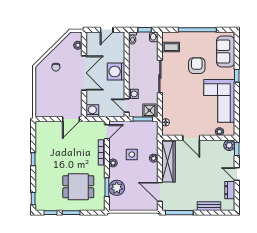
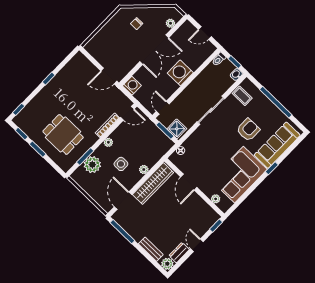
sofa: (226, 52) -> (277, 145), width x1.36
washing machine: (133, 94) -> (177, 104), removed
plant: (229, 145) -> (167, 264), moved
side table: (132, 155) -> (121, 164), moved

